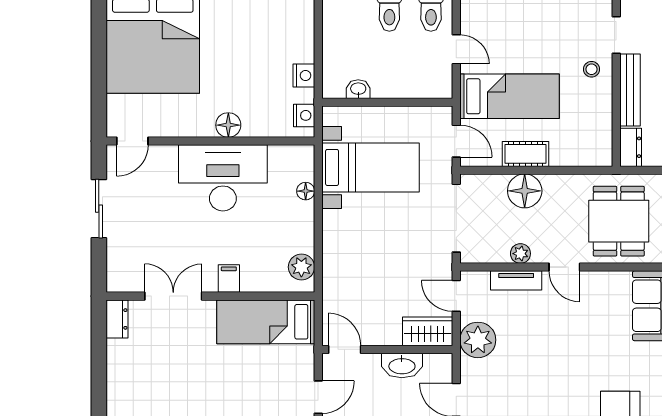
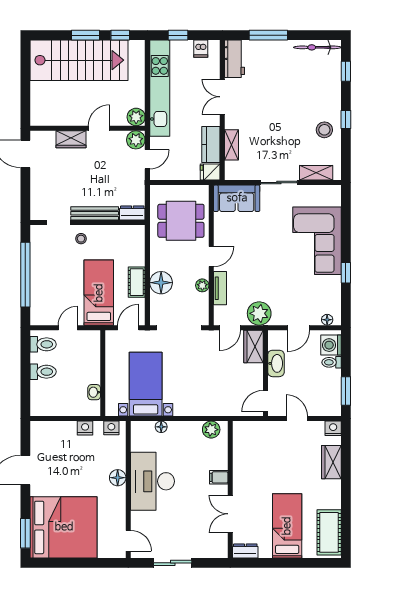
bed: (266, 322) -> (287, 526), moved, turned 180

